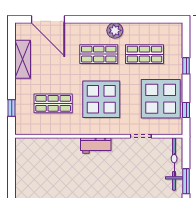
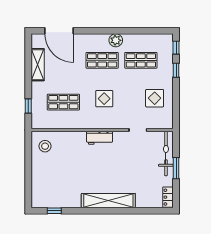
display table: (101, 99) -> (104, 99), width x0.54, depth x0.54
display table: (161, 99) -> (155, 98), width x0.54, depth x0.54
window: (186, 110) -> (176, 48), moved
stool: (31, 155) -> (45, 146), added

